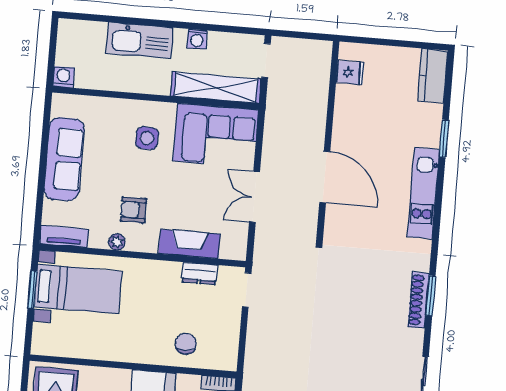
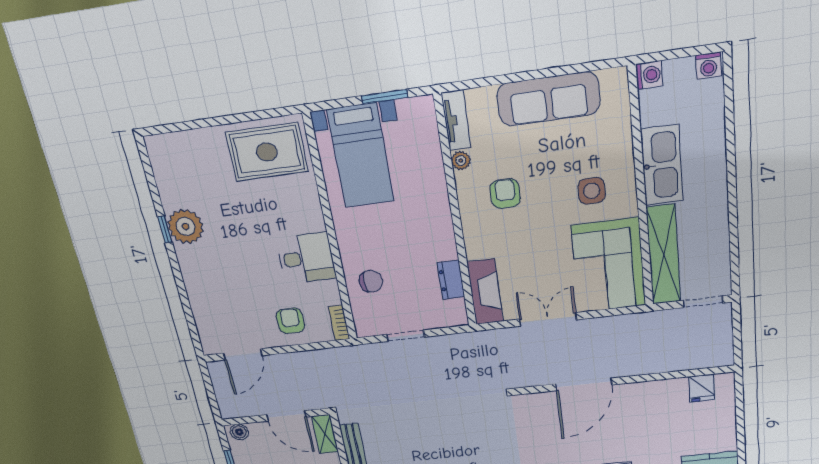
washing machine: (197, 39) -> (709, 66), moved, turned -90
kitchen sink: (140, 40) -> (662, 165), moved, turned 180
plant: (117, 242) -> (461, 161), moved
fireplace: (189, 244) -> (485, 292), moved
bed with nightstands: (78, 289) -> (361, 156), moved
doorway: (247, 290) -> (406, 336), moved

